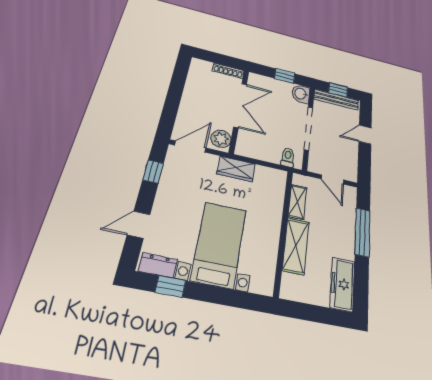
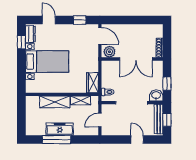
wardrobe: (236, 169) -> (92, 83), moved
window: (363, 232) -> (56, 140), moved
freezer: (342, 284) -> (60, 129), moved

